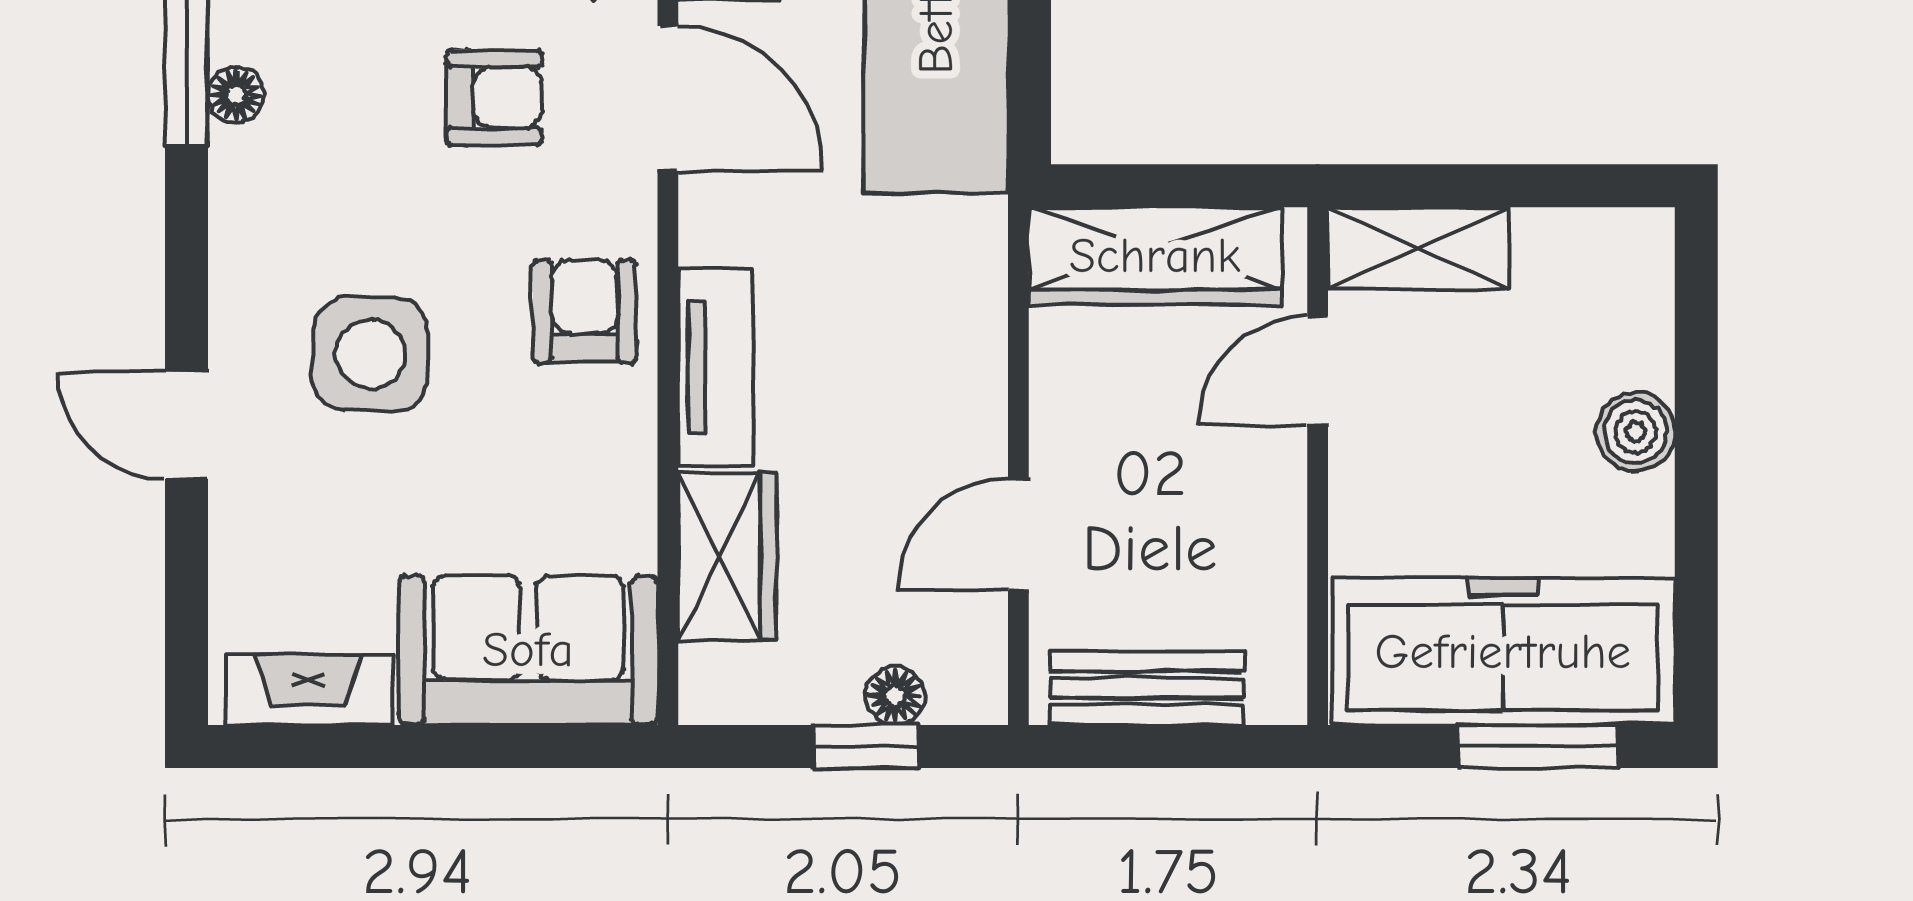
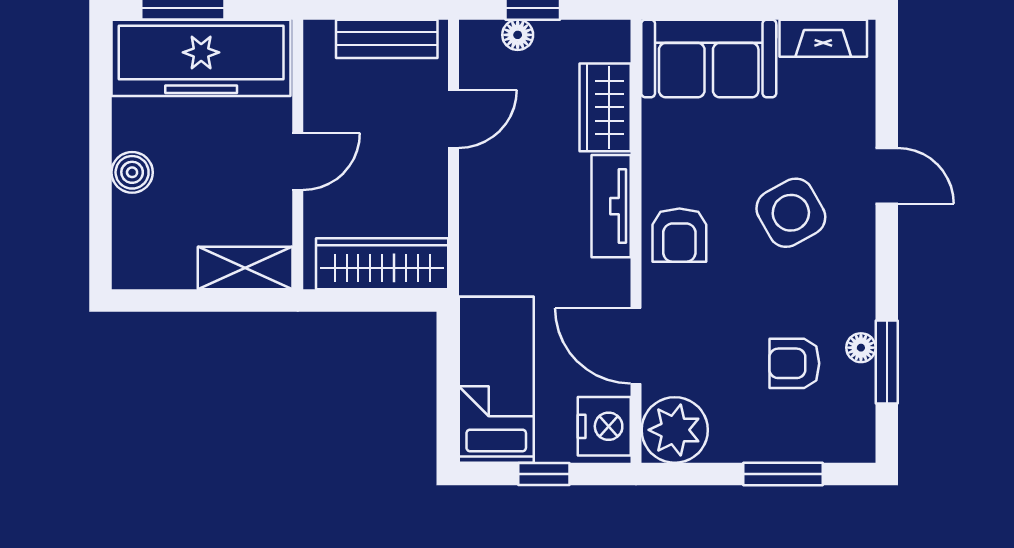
armchair: (494, 97) -> (794, 363), moved
side table: (371, 354) -> (791, 213), turned -31
door: (1318, 371) -> (298, 161), moved

